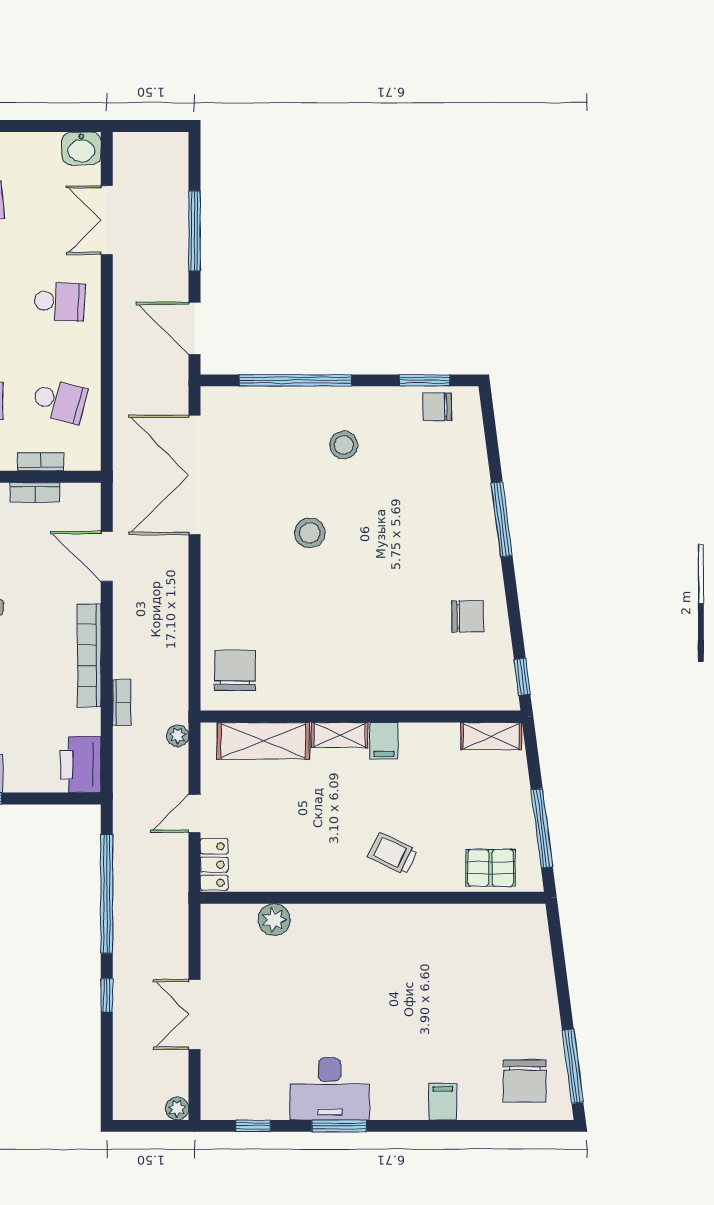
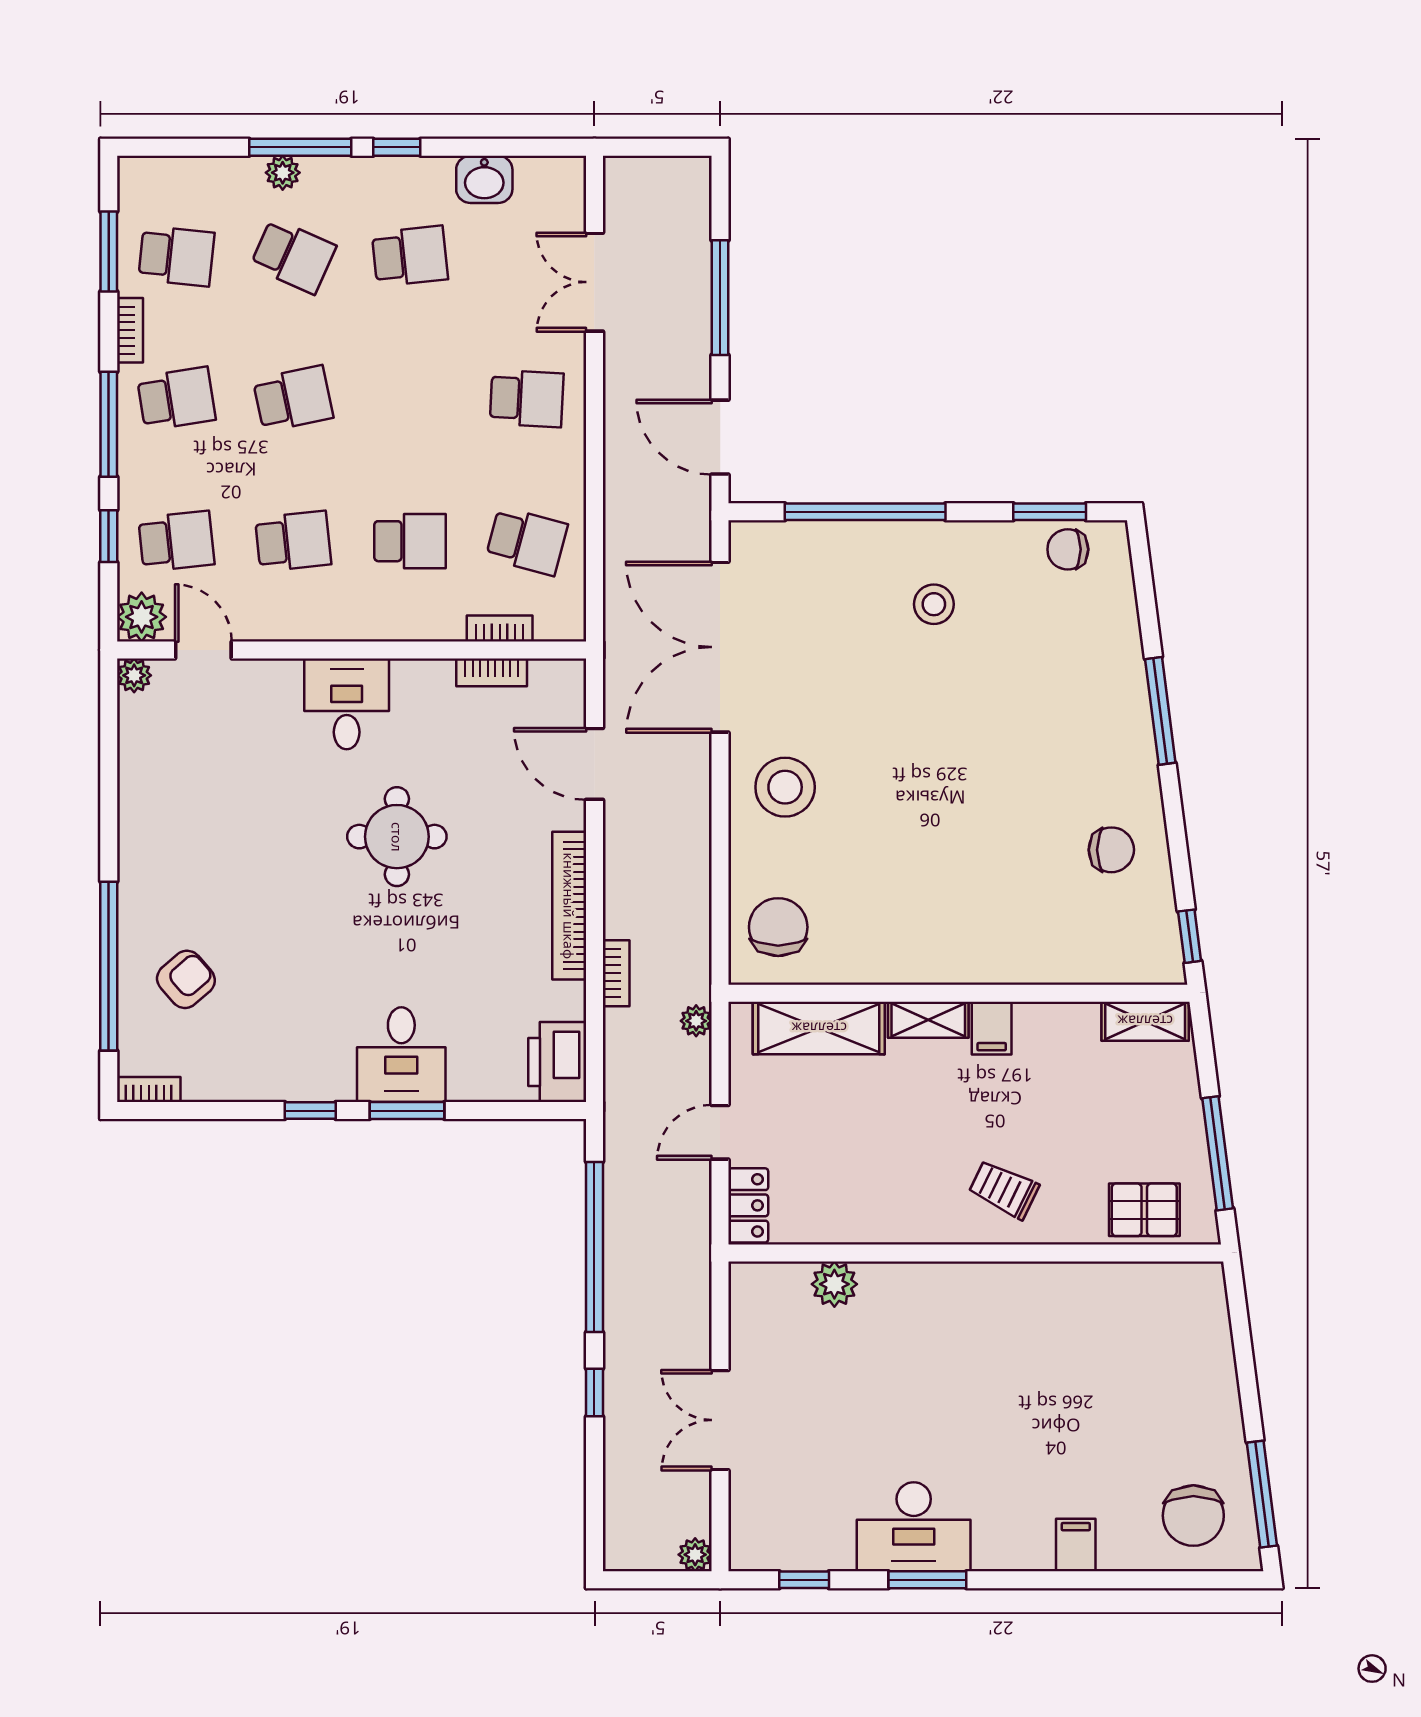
washbasin: (81, 148) -> (484, 179), moved
stool: (310, 533) -> (785, 787), moved, width x1.38, depth x1.38

